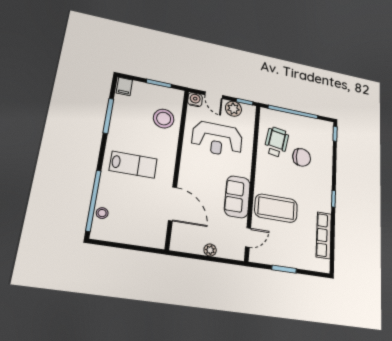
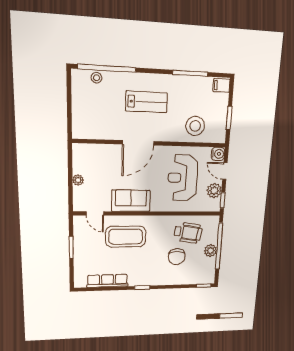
door: (214, 95) -> (225, 171), hinge flipped
plant: (297, 121) -> (210, 251), added
lab bench: (133, 165) -> (147, 102), turned -90
door: (173, 204) -> (138, 143), moved
coffee table: (276, 208) -> (126, 237), turned 90

